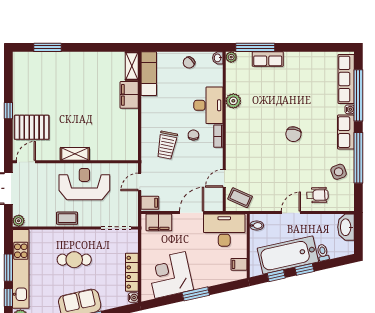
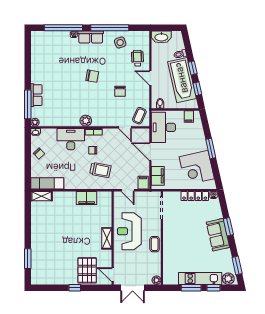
row of seats: (346, 79) -> (51, 37), removed
filing cabinet: (129, 95) -> (87, 198), moved
plant: (233, 101) -> (86, 121), moved
chair: (273, 172) -> (120, 91), added
cafe table: (74, 260) -> (185, 239), removed
kitchen unit: (21, 269) -> (200, 278), width x0.73

